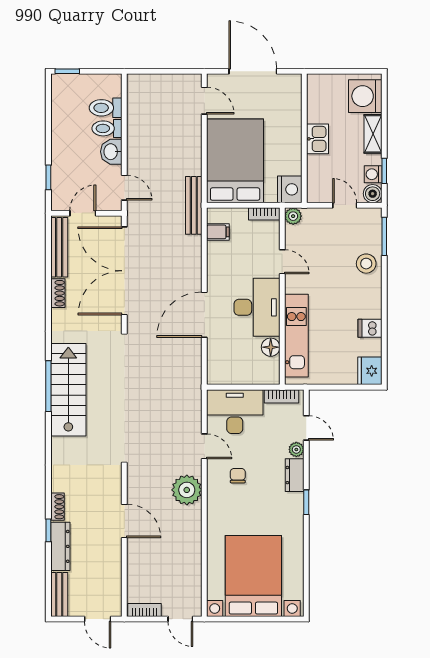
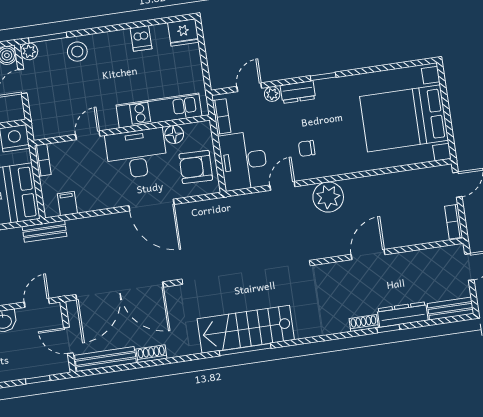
bench: (194, 205) -> (44, 231), width x0.73
plant: (293, 216) -> (29, 51), moved
armchair: (235, 364) -> (196, 167), added

